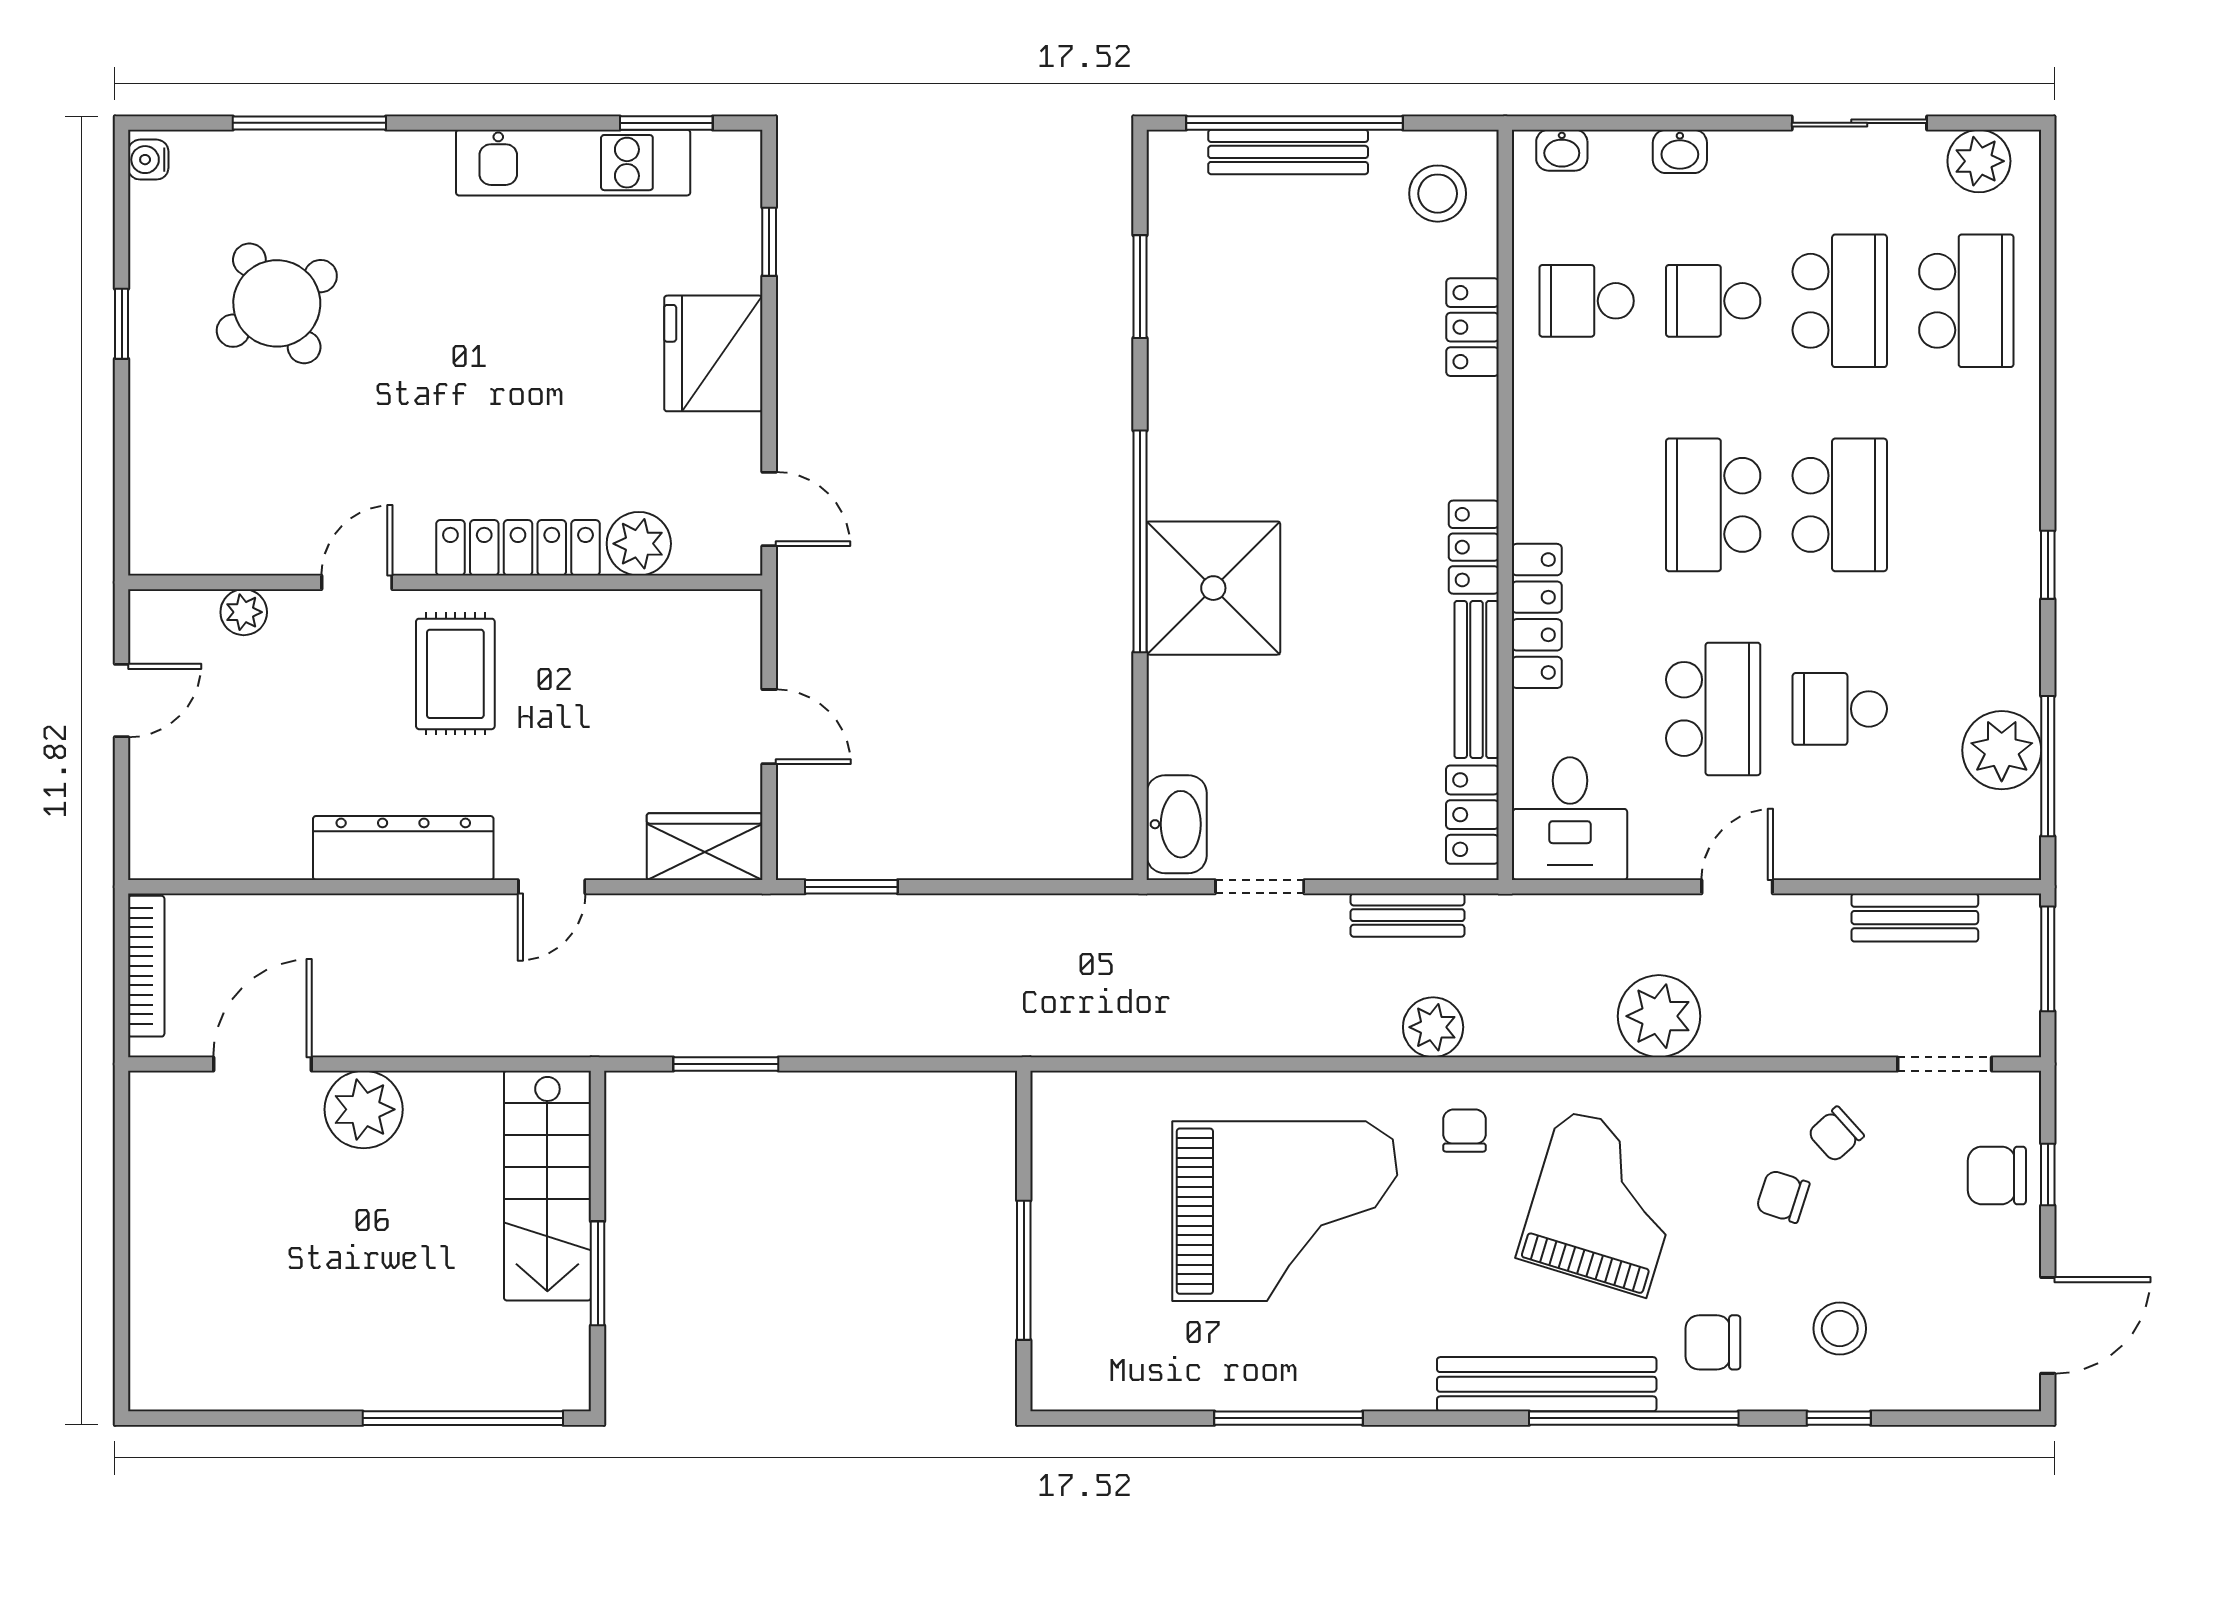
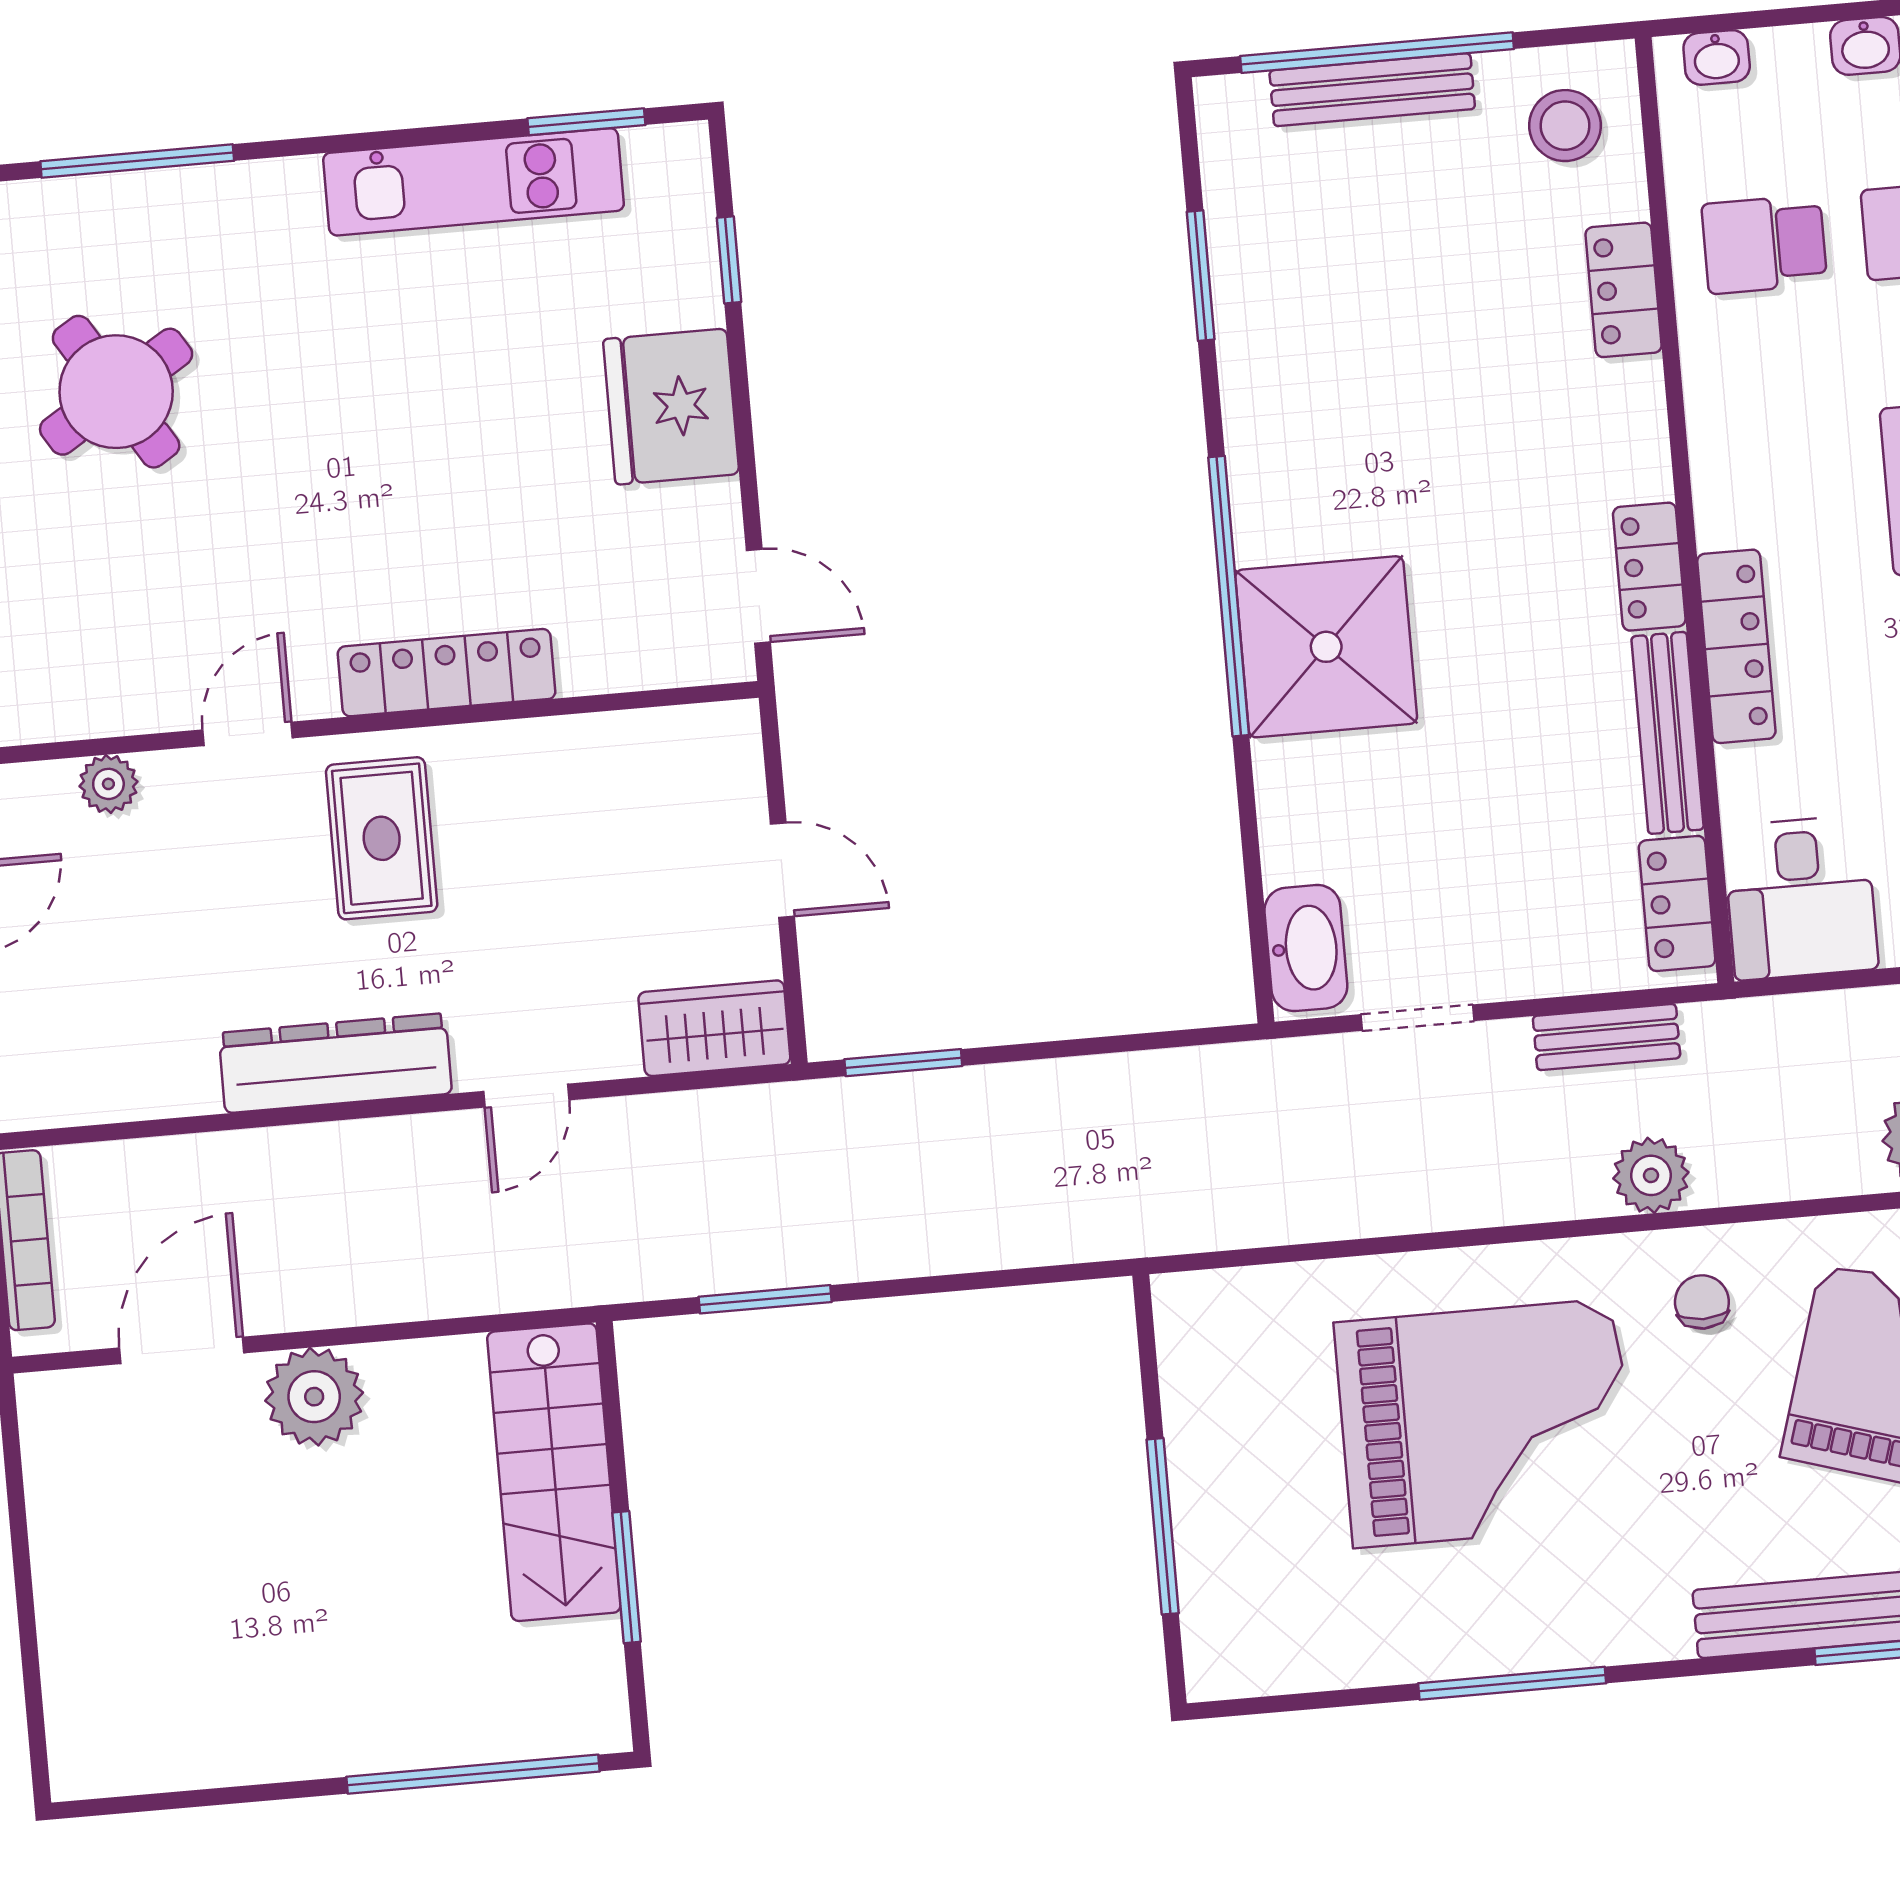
plant: (639, 544) -> (598, 654), removed

